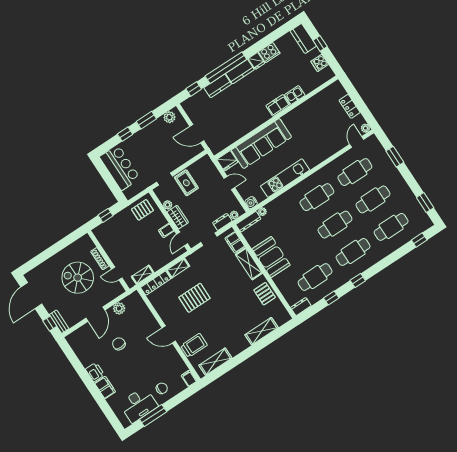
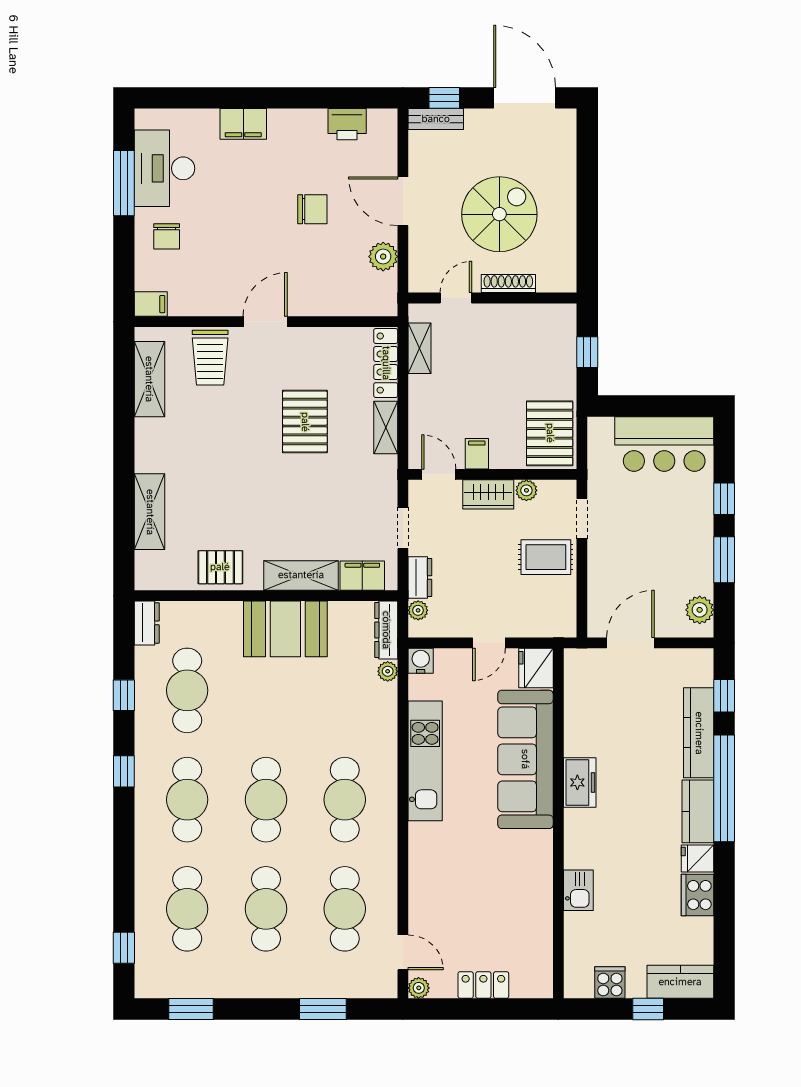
kitchen counter: (218, 86) -> (699, 733), width x1.50
freezer: (278, 105) -> (580, 782), moved
pallet: (142, 210) -> (550, 433), width x1.50, depth x1.42
printer: (95, 372) -> (347, 124), moved

